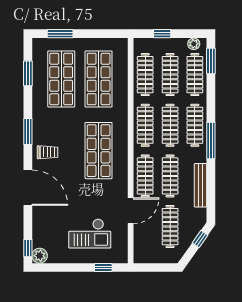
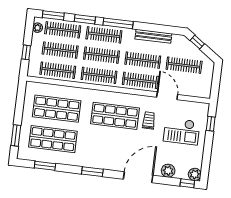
window: (211, 100) -> (85, 19), added
trolley: (48, 152) -> (149, 120), moved
plant: (40, 223) -> (168, 171), added
checkout: (90, 234) -> (182, 131), turned 90

